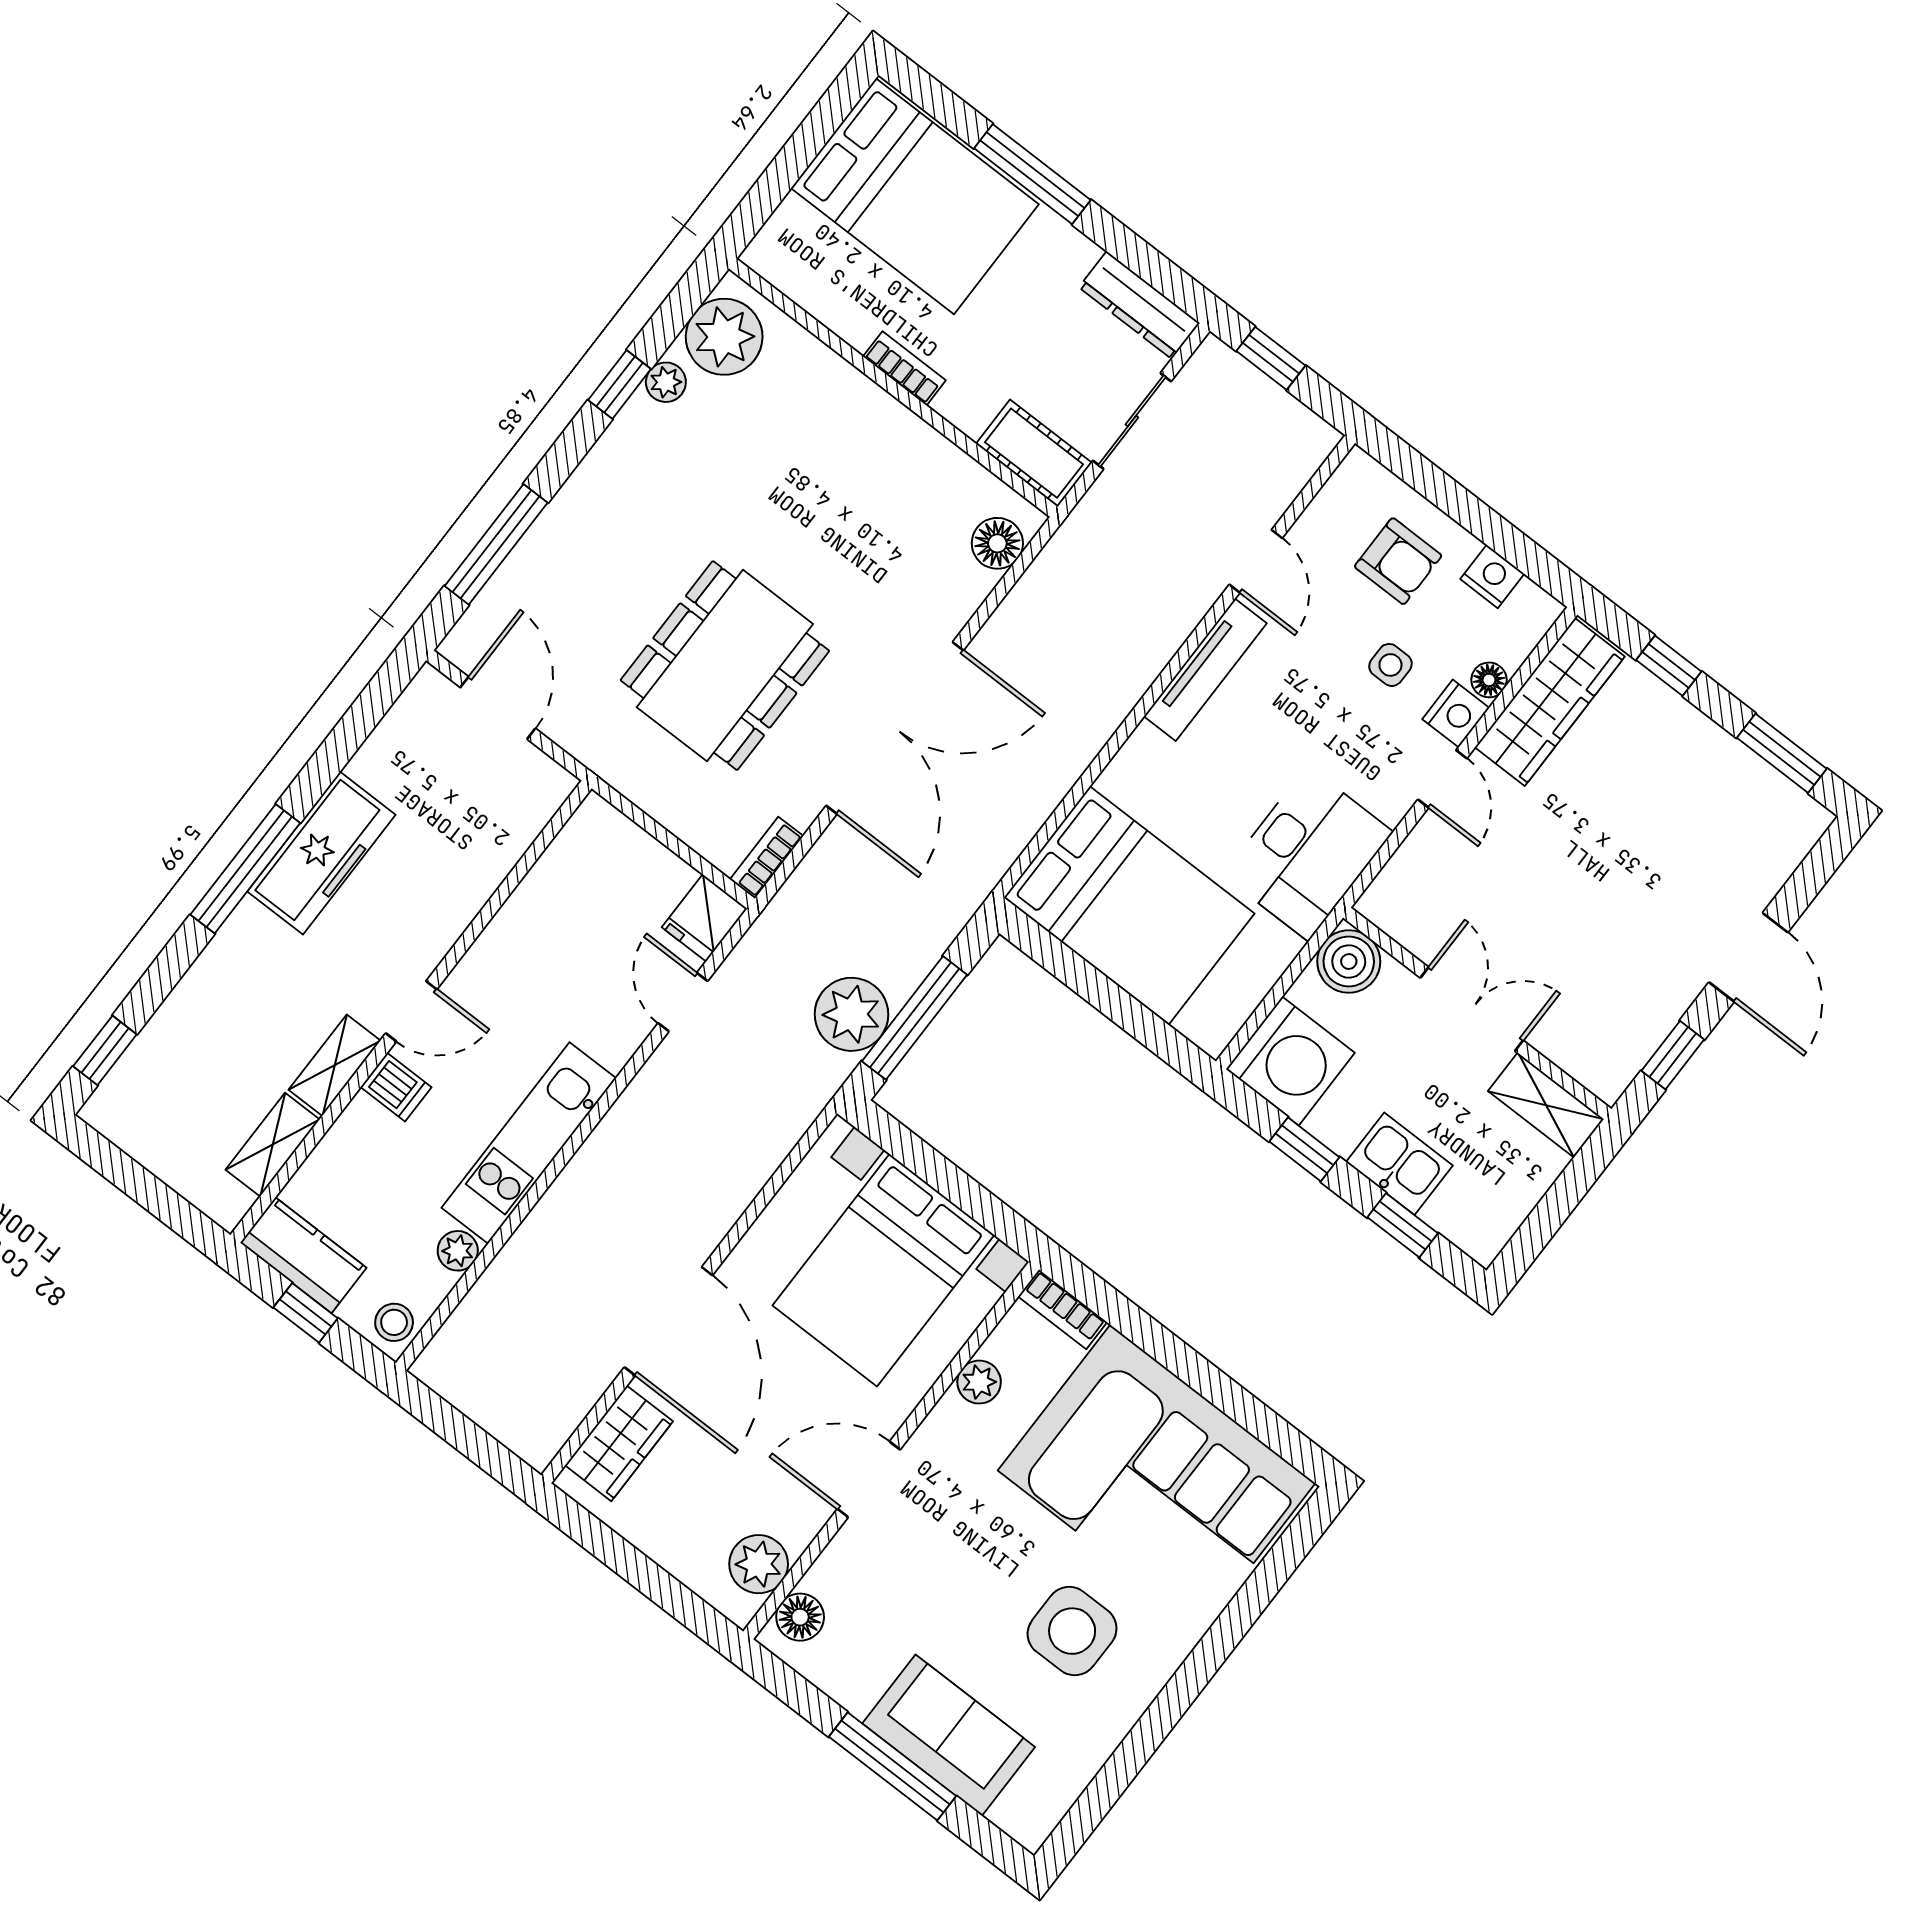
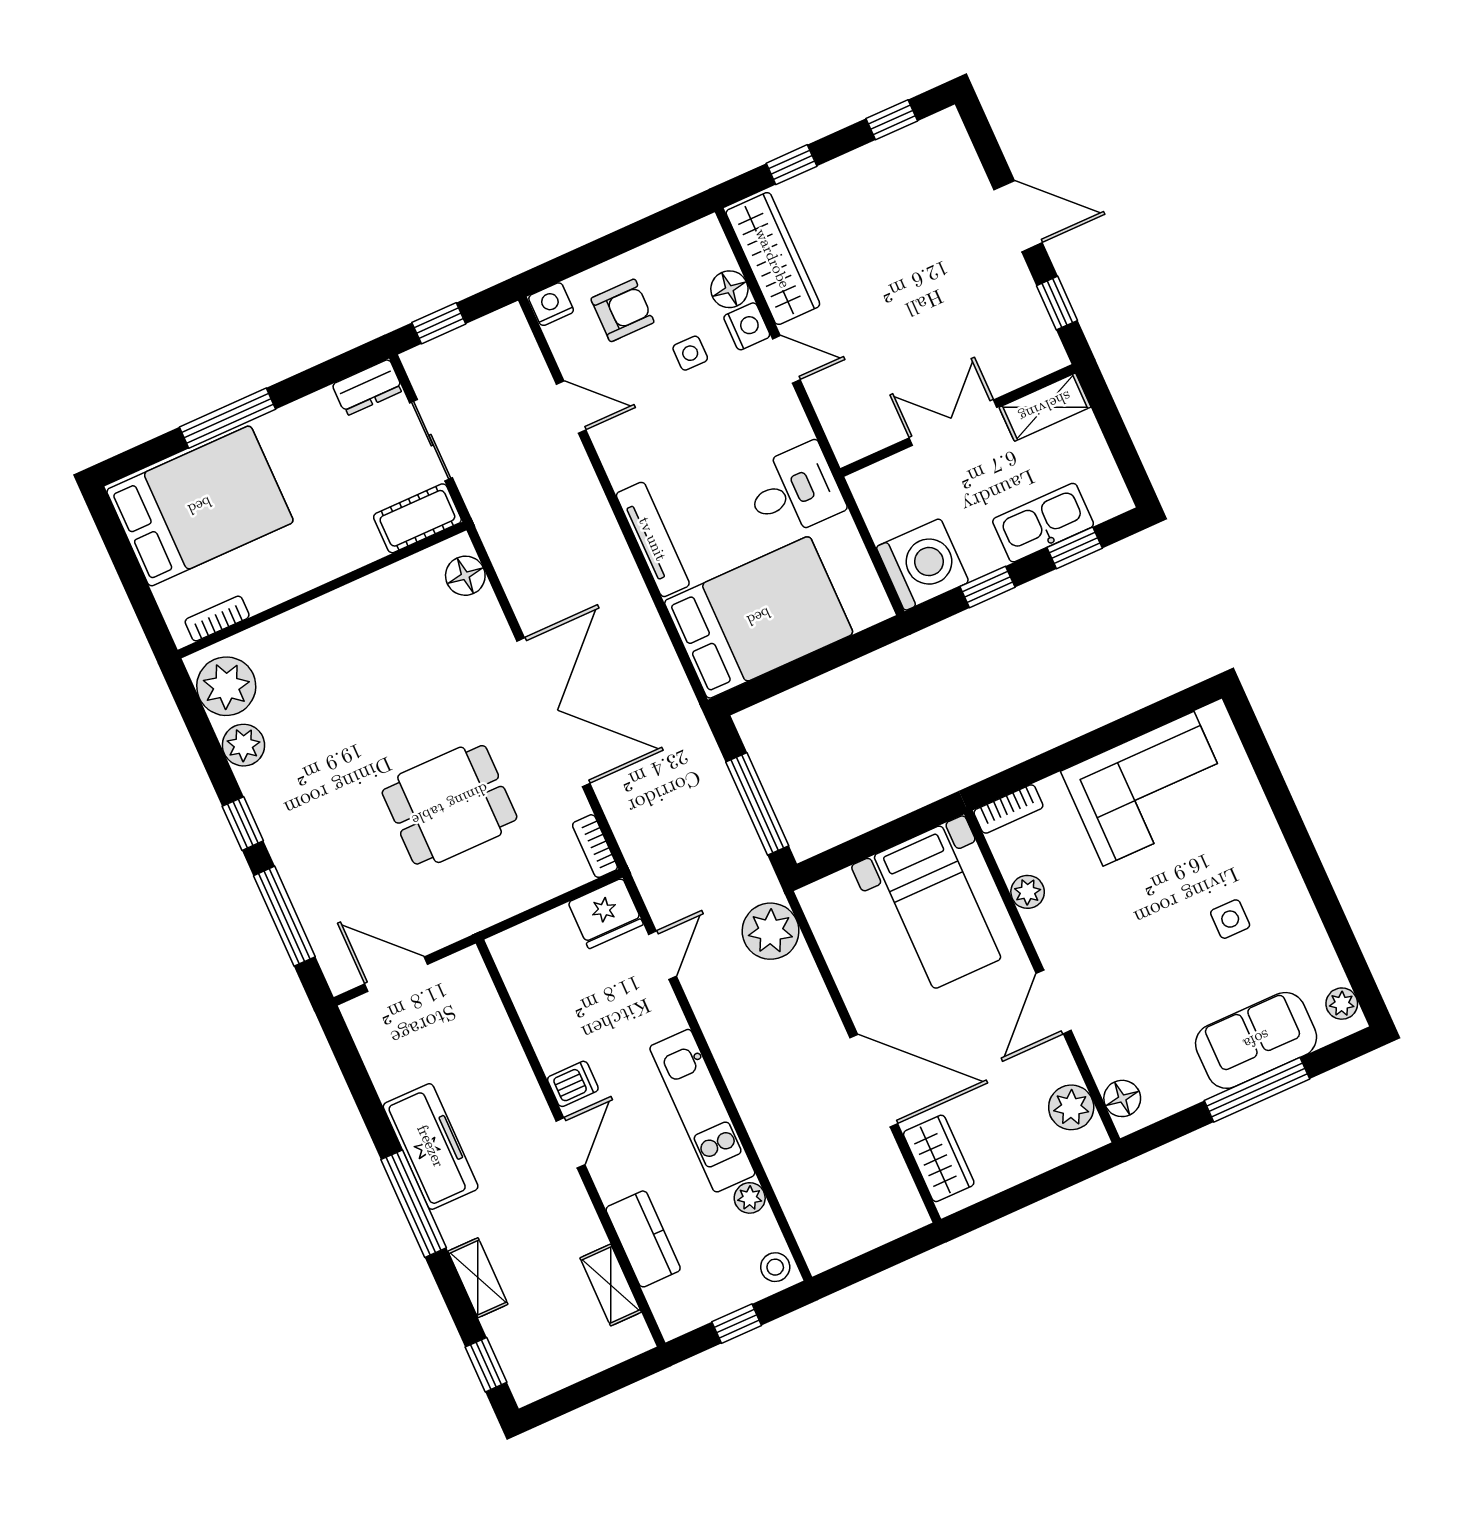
dresser: (1139, 305) -> (368, 388), width x0.70
bookcase: (904, 368) -> (217, 618), moved
plant: (666, 382) -> (243, 745), width x1.38, depth x1.38
window: (620, 385) -> (243, 824), moved
nightstand: (1492, 576) -> (551, 304), moved
dining table: (725, 666) -> (450, 805), width x0.73
tv unit: (1205, 670) -> (653, 539), moved
floor lamp: (1489, 680) -> (729, 289), width x1.37, depth x1.37
window: (1782, 753) -> (892, 120), width x0.67
desk: (1308, 853) -> (794, 491), width x0.73
fridge: (705, 918) -> (606, 913), width x1.38
boiler: (1349, 961) -> (876, 489), removed
door: (683, 1002) -> (663, 955), swing flipped
plant: (852, 1014) -> (771, 931), moved
shelving: (335, 1065) -> (478, 1278), moved
dishwasher: (396, 1087) -> (573, 1084), moved
kitchen sink: (1399, 1164) -> (1043, 523), width x1.38
kitchen counter: (303, 1255) -> (643, 1239), moved, turned 90
bed with nightstands: (883, 1270) -> (938, 907), width x0.73
corner sofa: (1157, 1477) -> (1148, 789), width x0.73, depth x0.74
side table: (1072, 1631) -> (1230, 919), width x0.54, depth x0.54
plant: (1043, 1811) -> (1342, 1004), added

